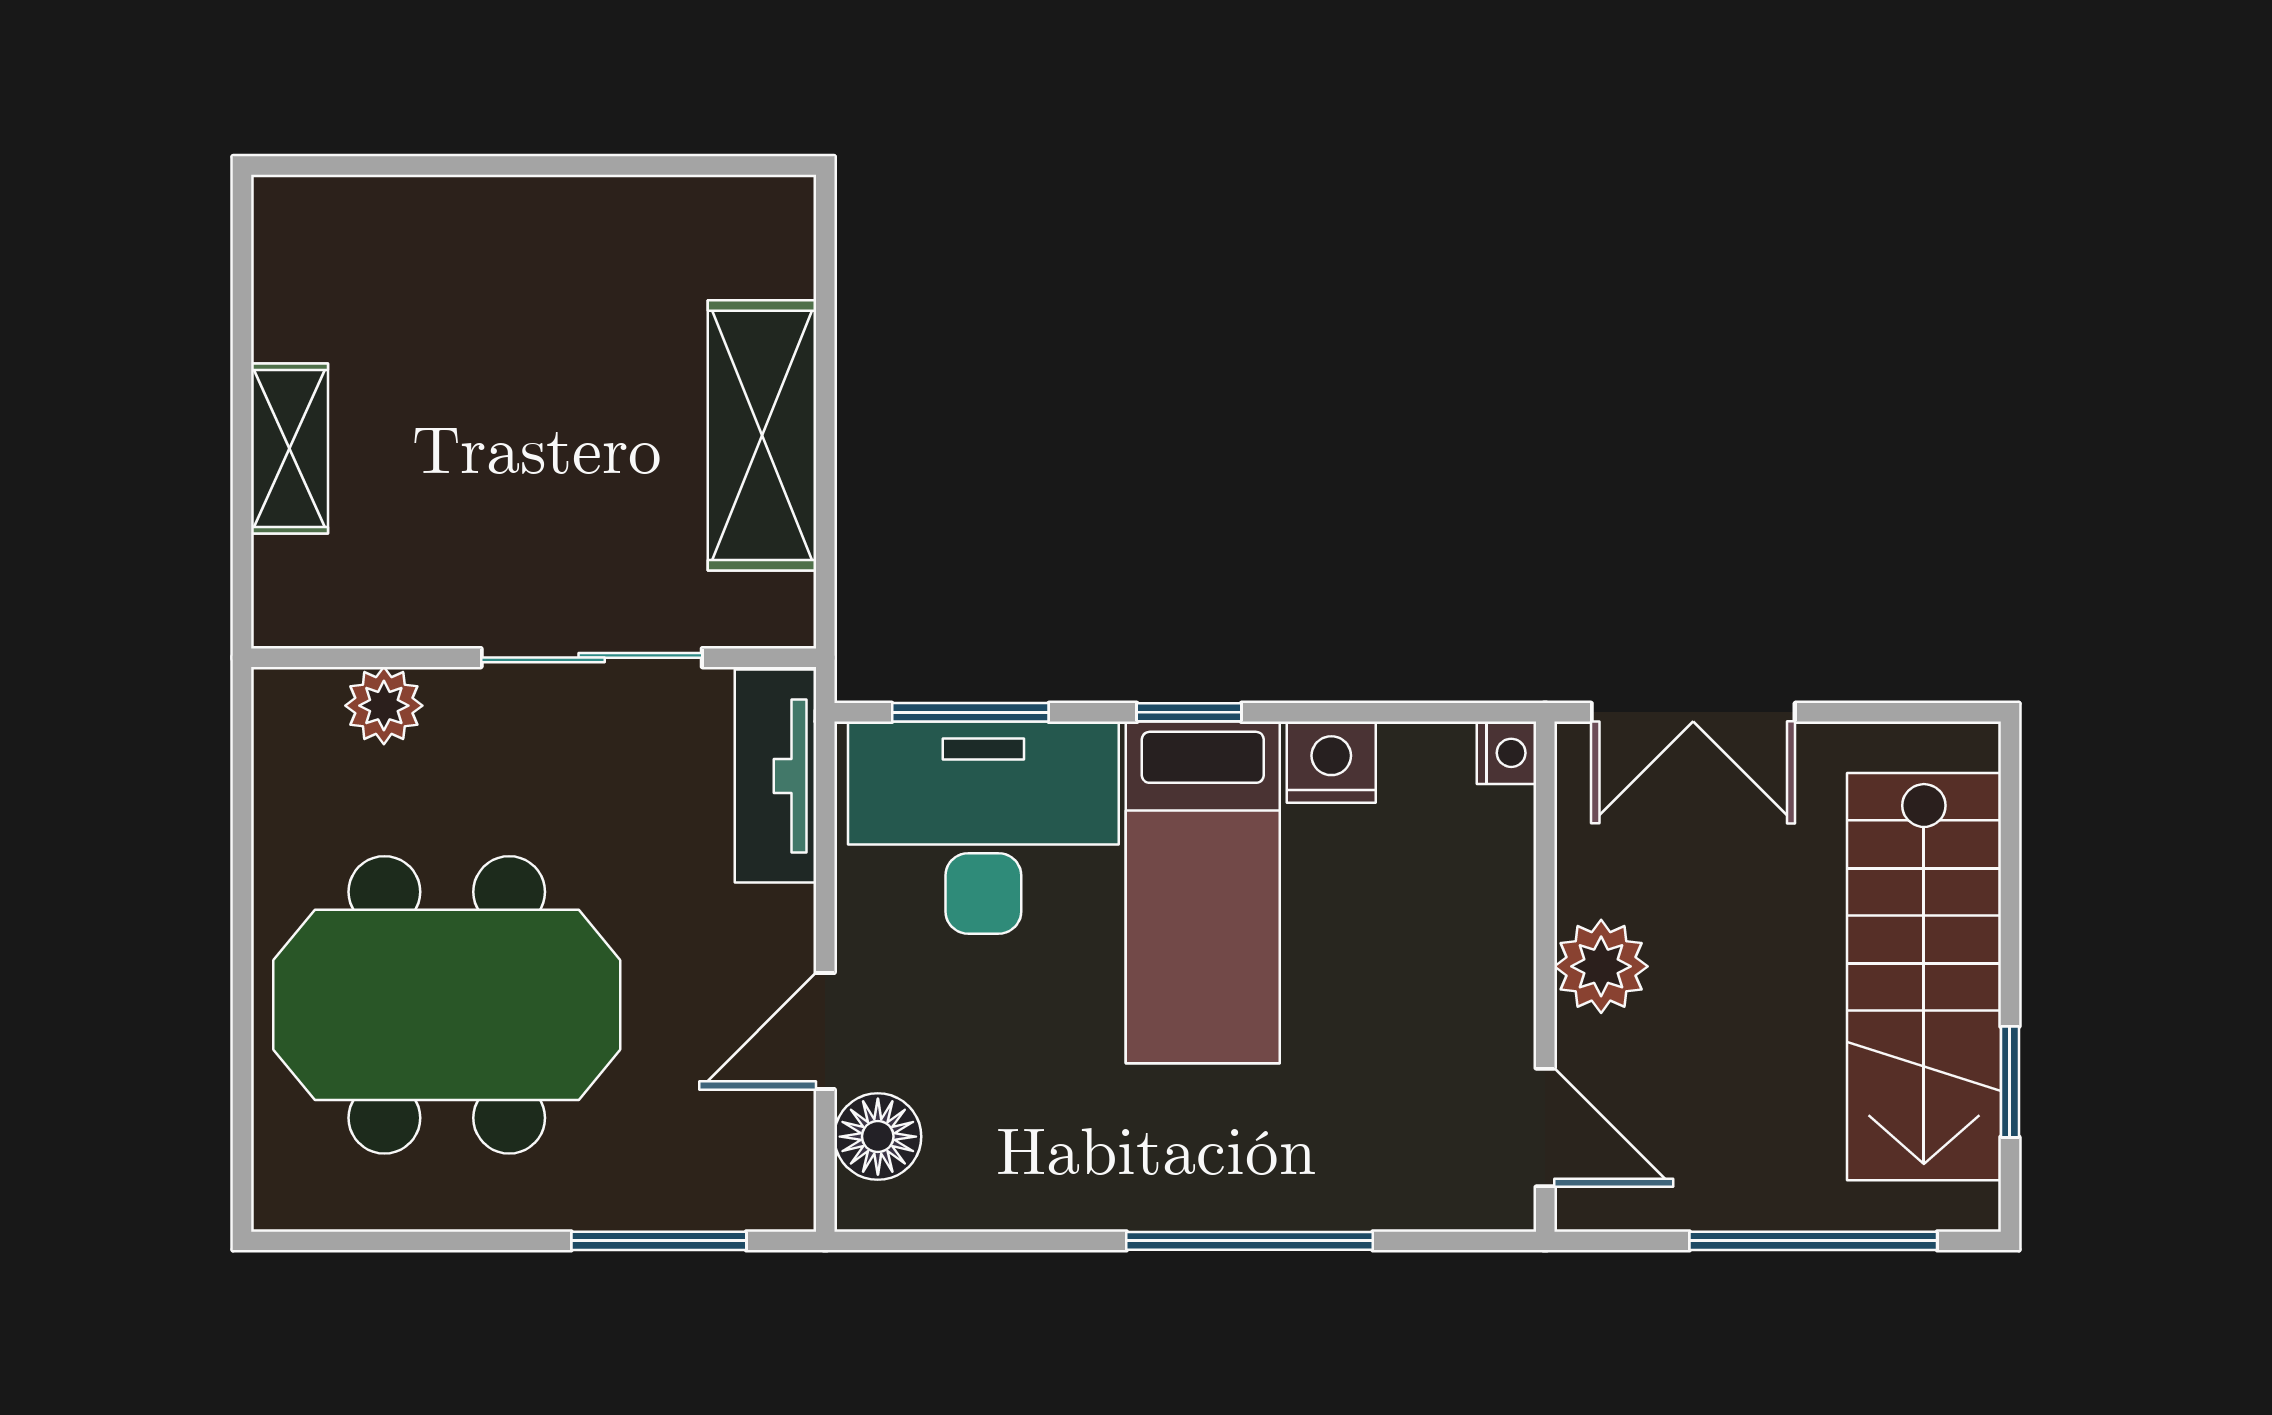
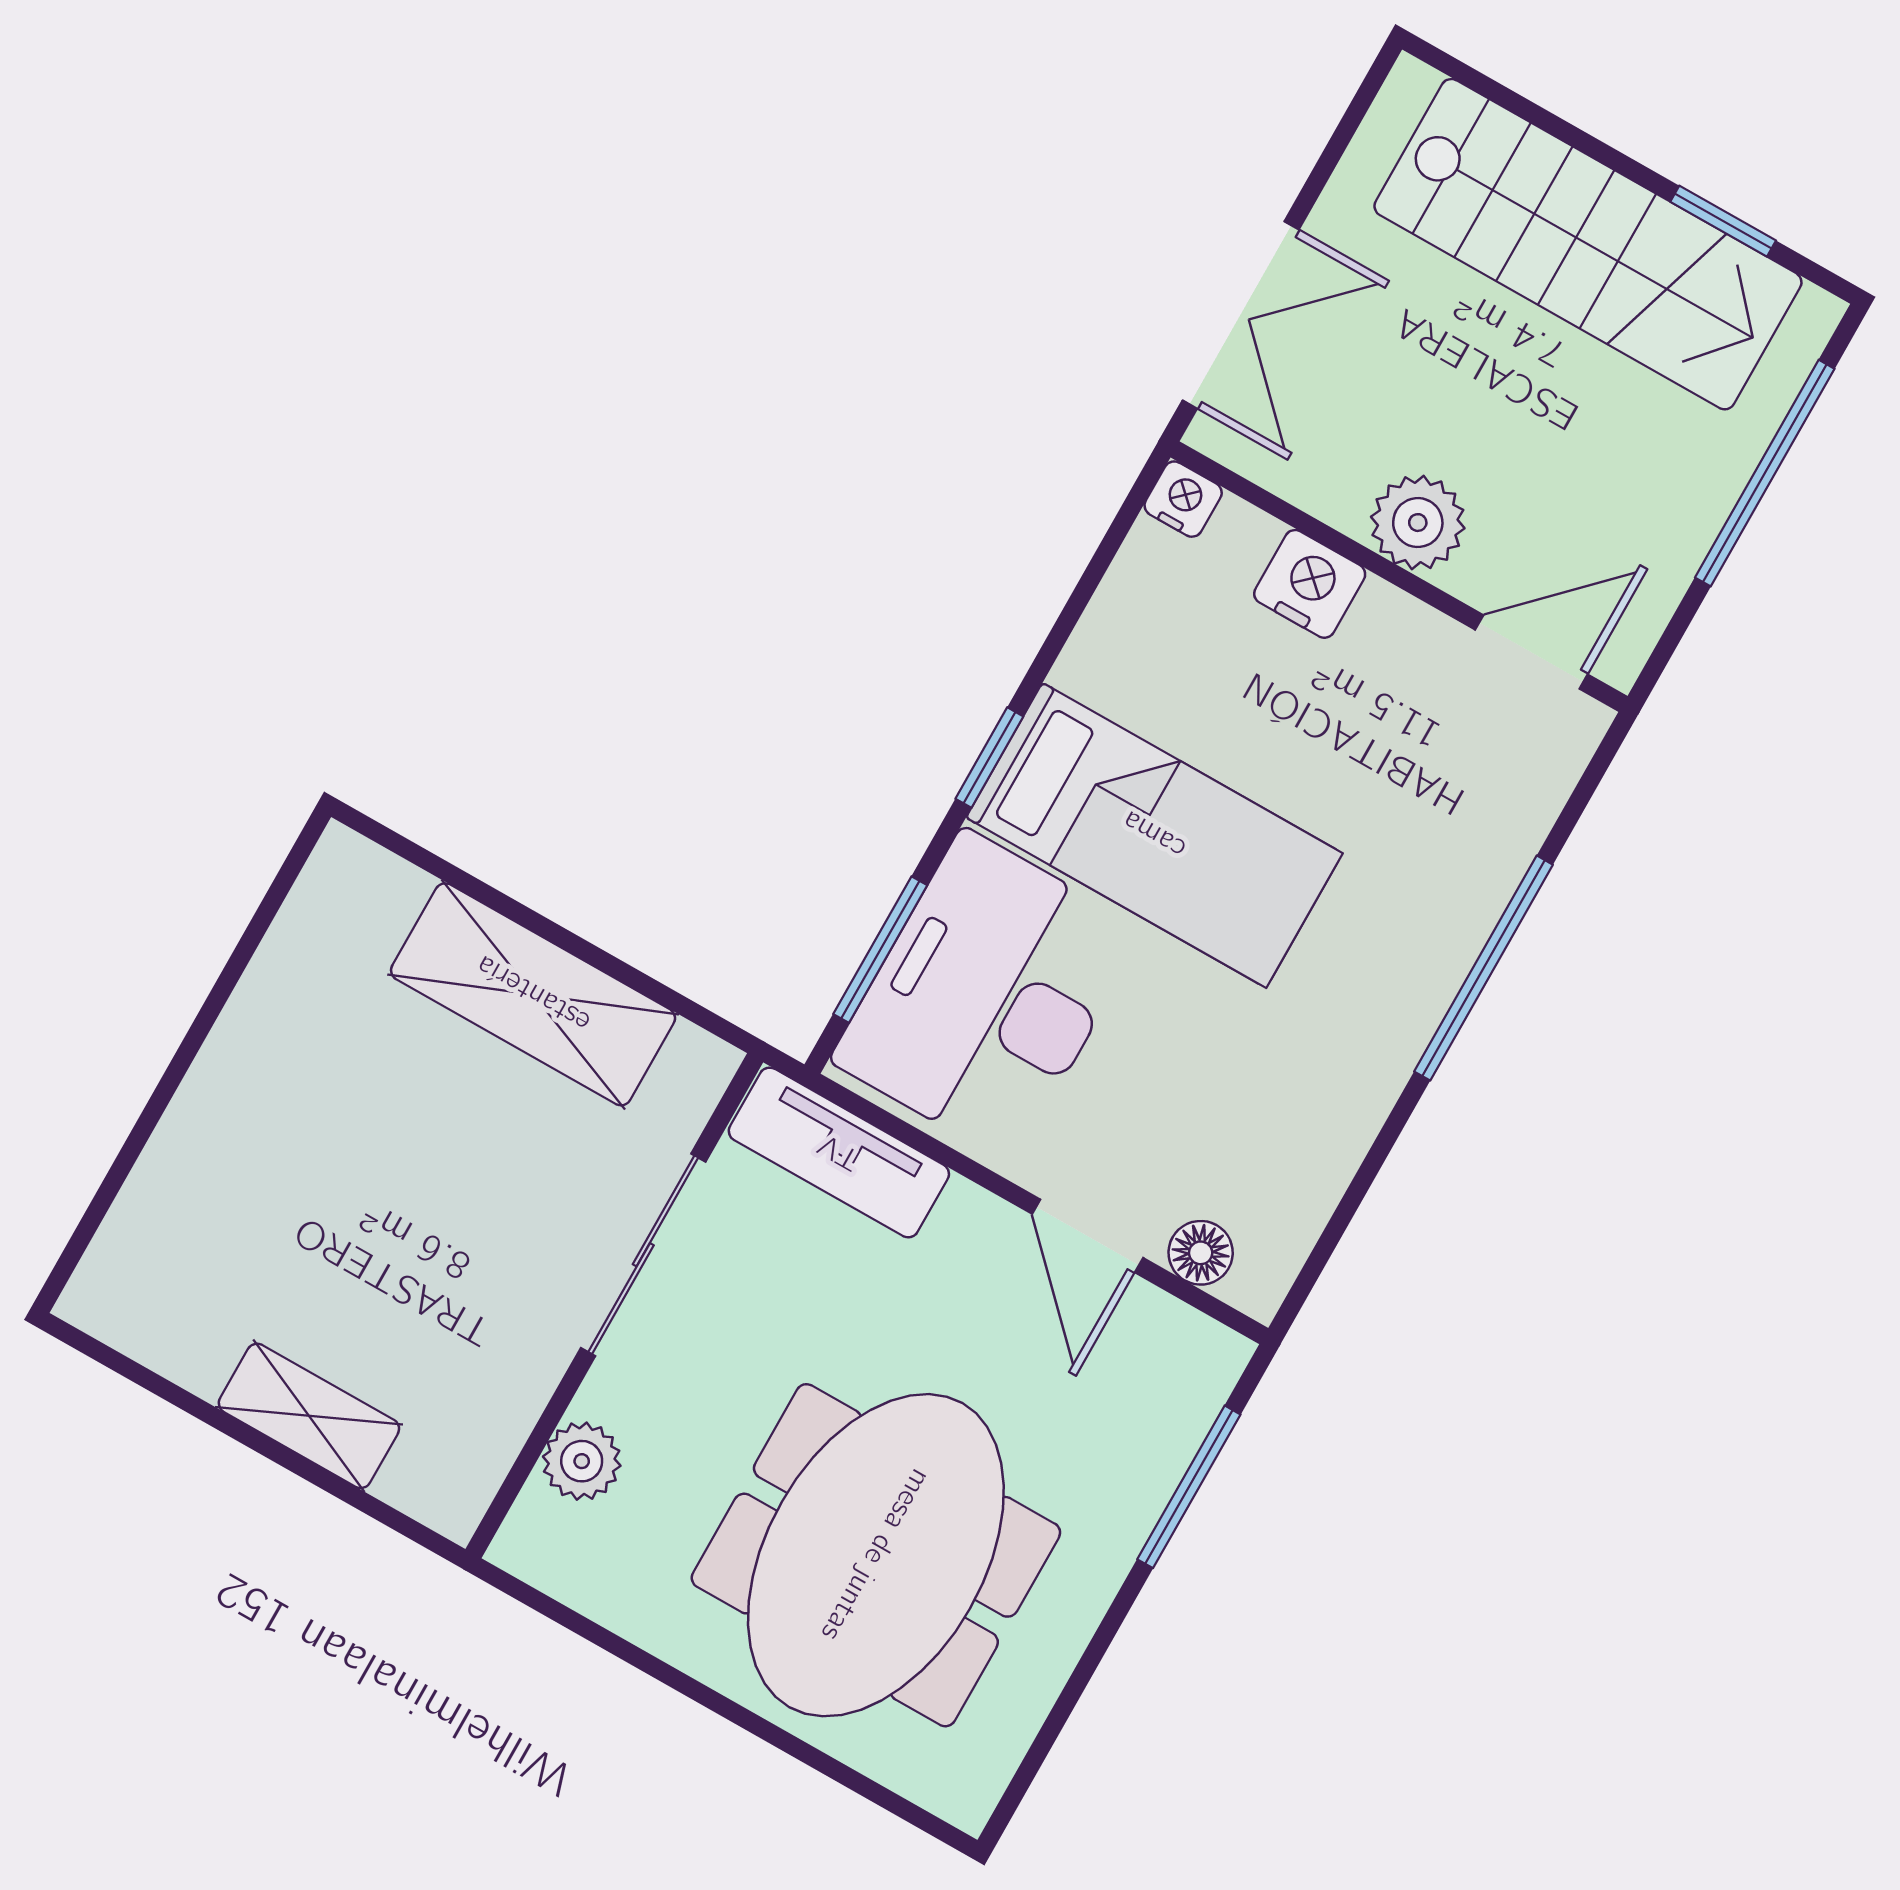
nightstand: (1331, 762) -> (1310, 584), moved, turned 90
floor lamp: (878, 1137) -> (1201, 1253), width x0.73, depth x0.73

